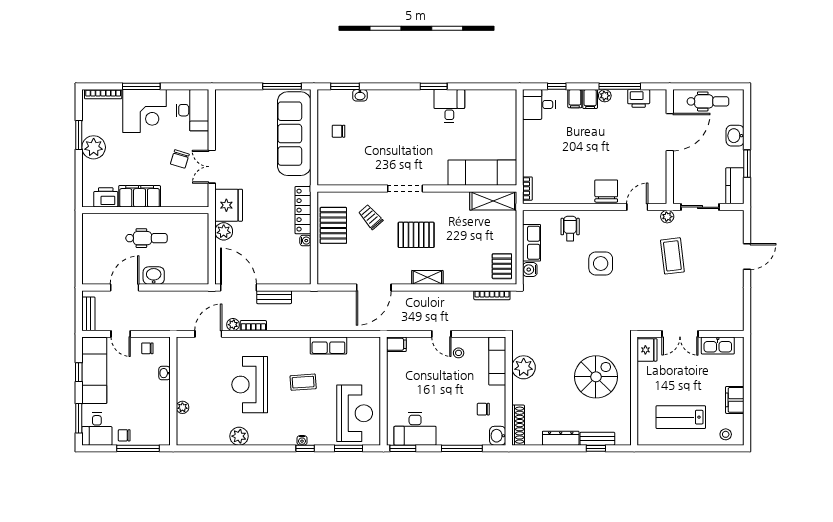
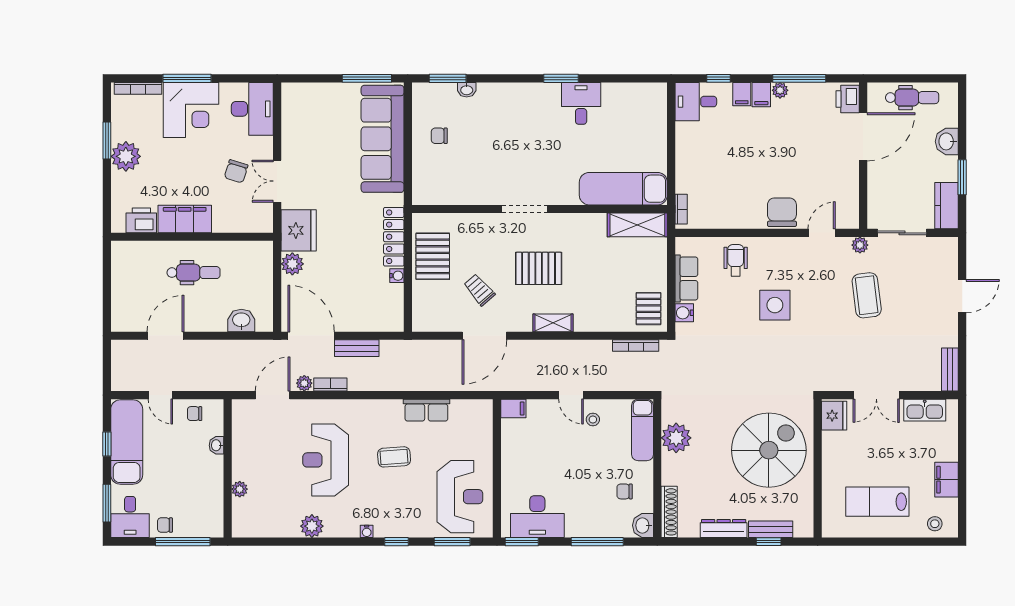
printer: (639, 98) -> (848, 99), moved, turned 90
trolley: (371, 217) -> (479, 290), moved
washbasin: (154, 276) -> (241, 320), moved
bench: (88, 314) -> (950, 369), moved
spiral stairs: (596, 377) -> (769, 450), width x1.37, depth x1.37
water cooler: (302, 440) -> (367, 531), moved

